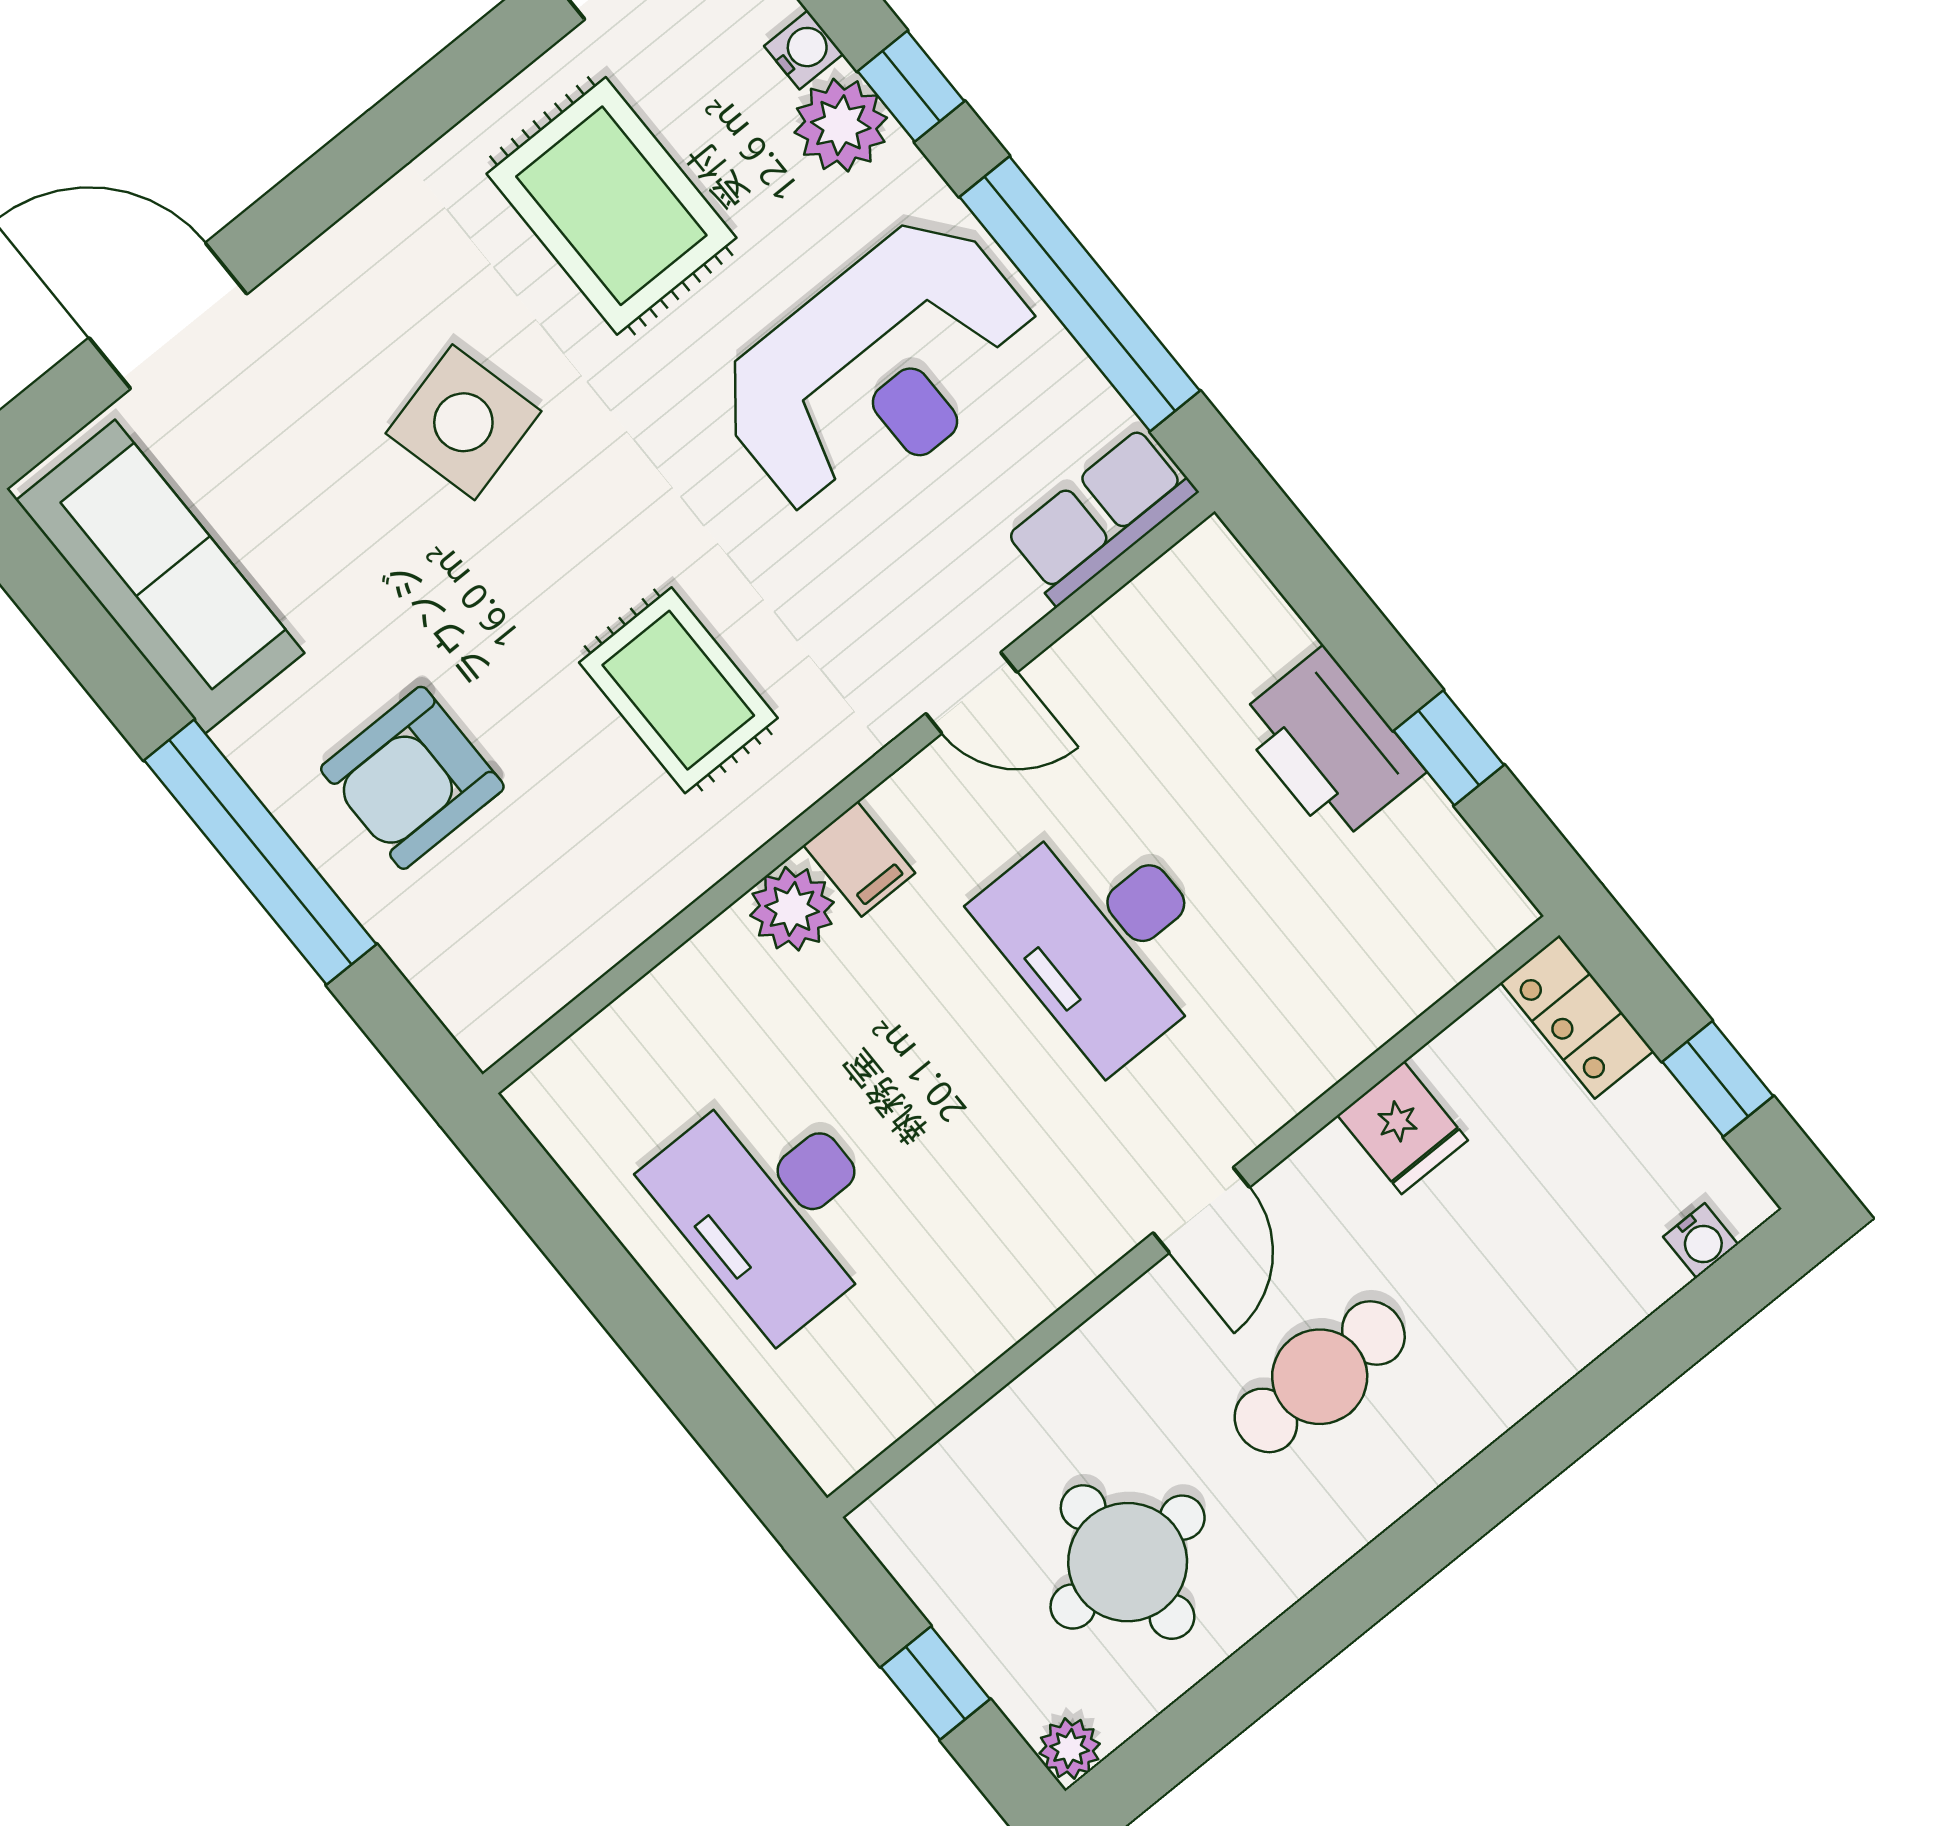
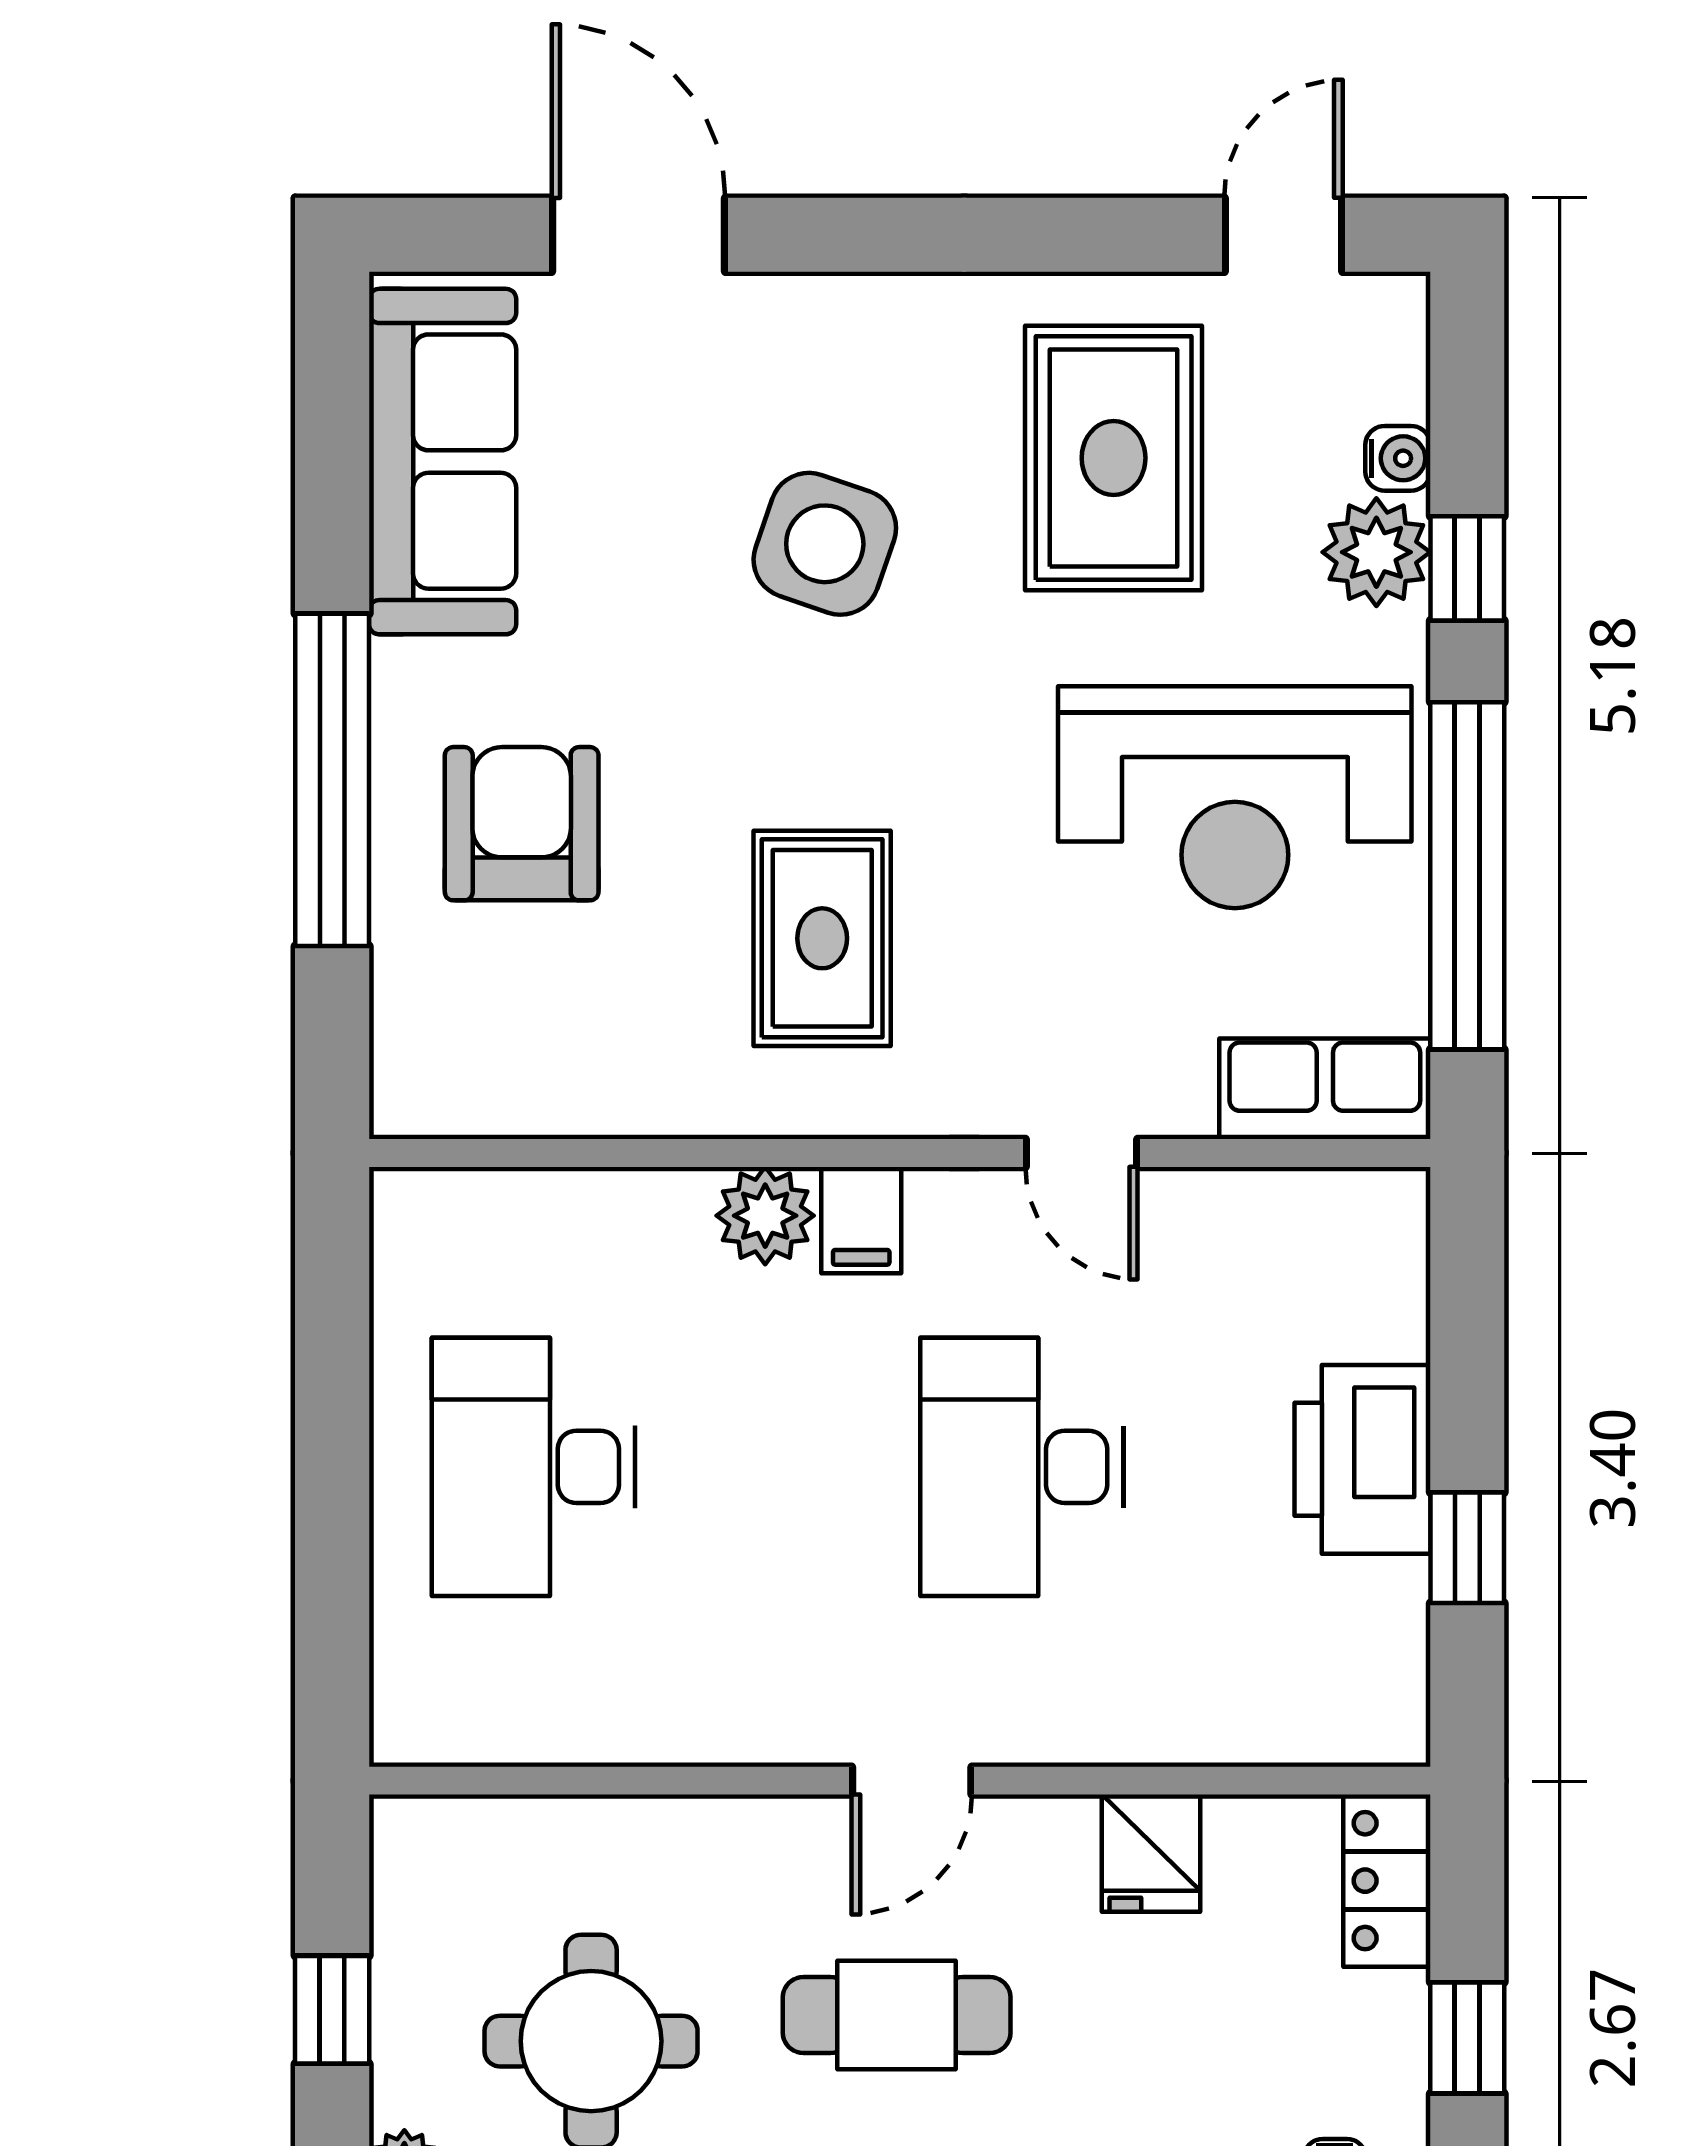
side table: (463, 422) -> (825, 544), turned 33
armchair: (412, 778) -> (522, 824), turned 90

